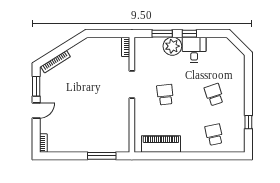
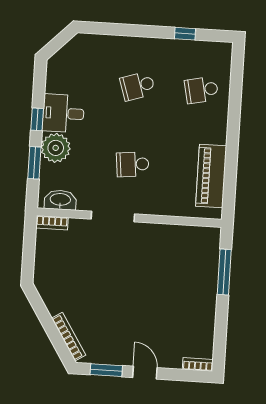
washbasin: (140, 51) -> (60, 200), added

